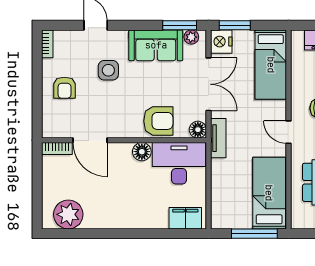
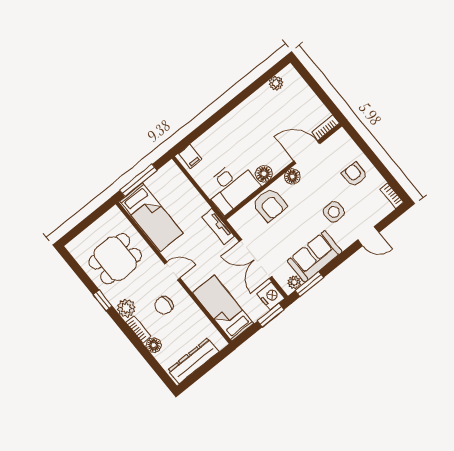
armchair: (158, 121) -> (270, 205), turned -90
floor lamp: (198, 130) -> (292, 176), moved
plant: (68, 214) -> (276, 83), width x0.53, depth x0.53
filing cabinet: (185, 218) -> (190, 156), width x0.50

